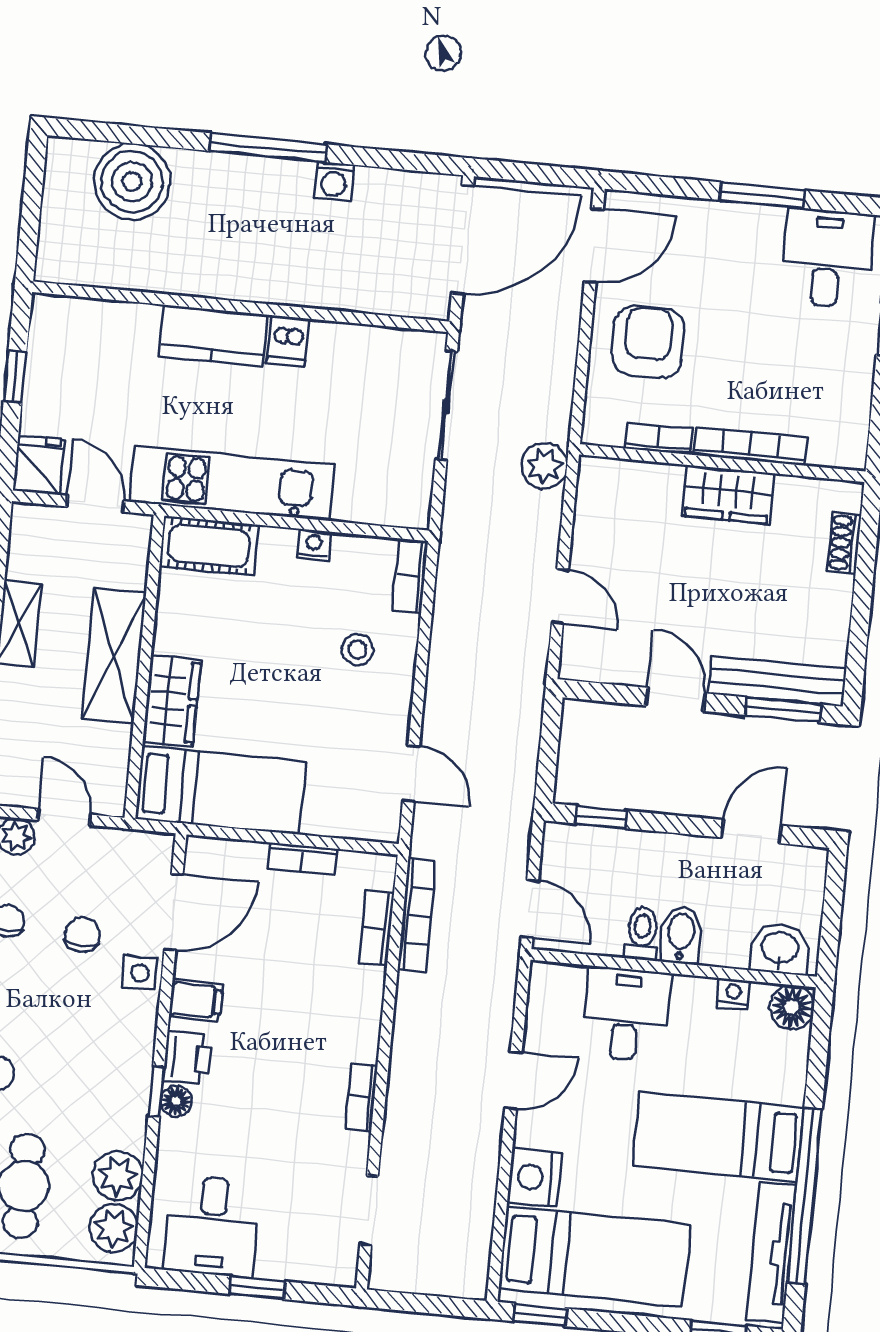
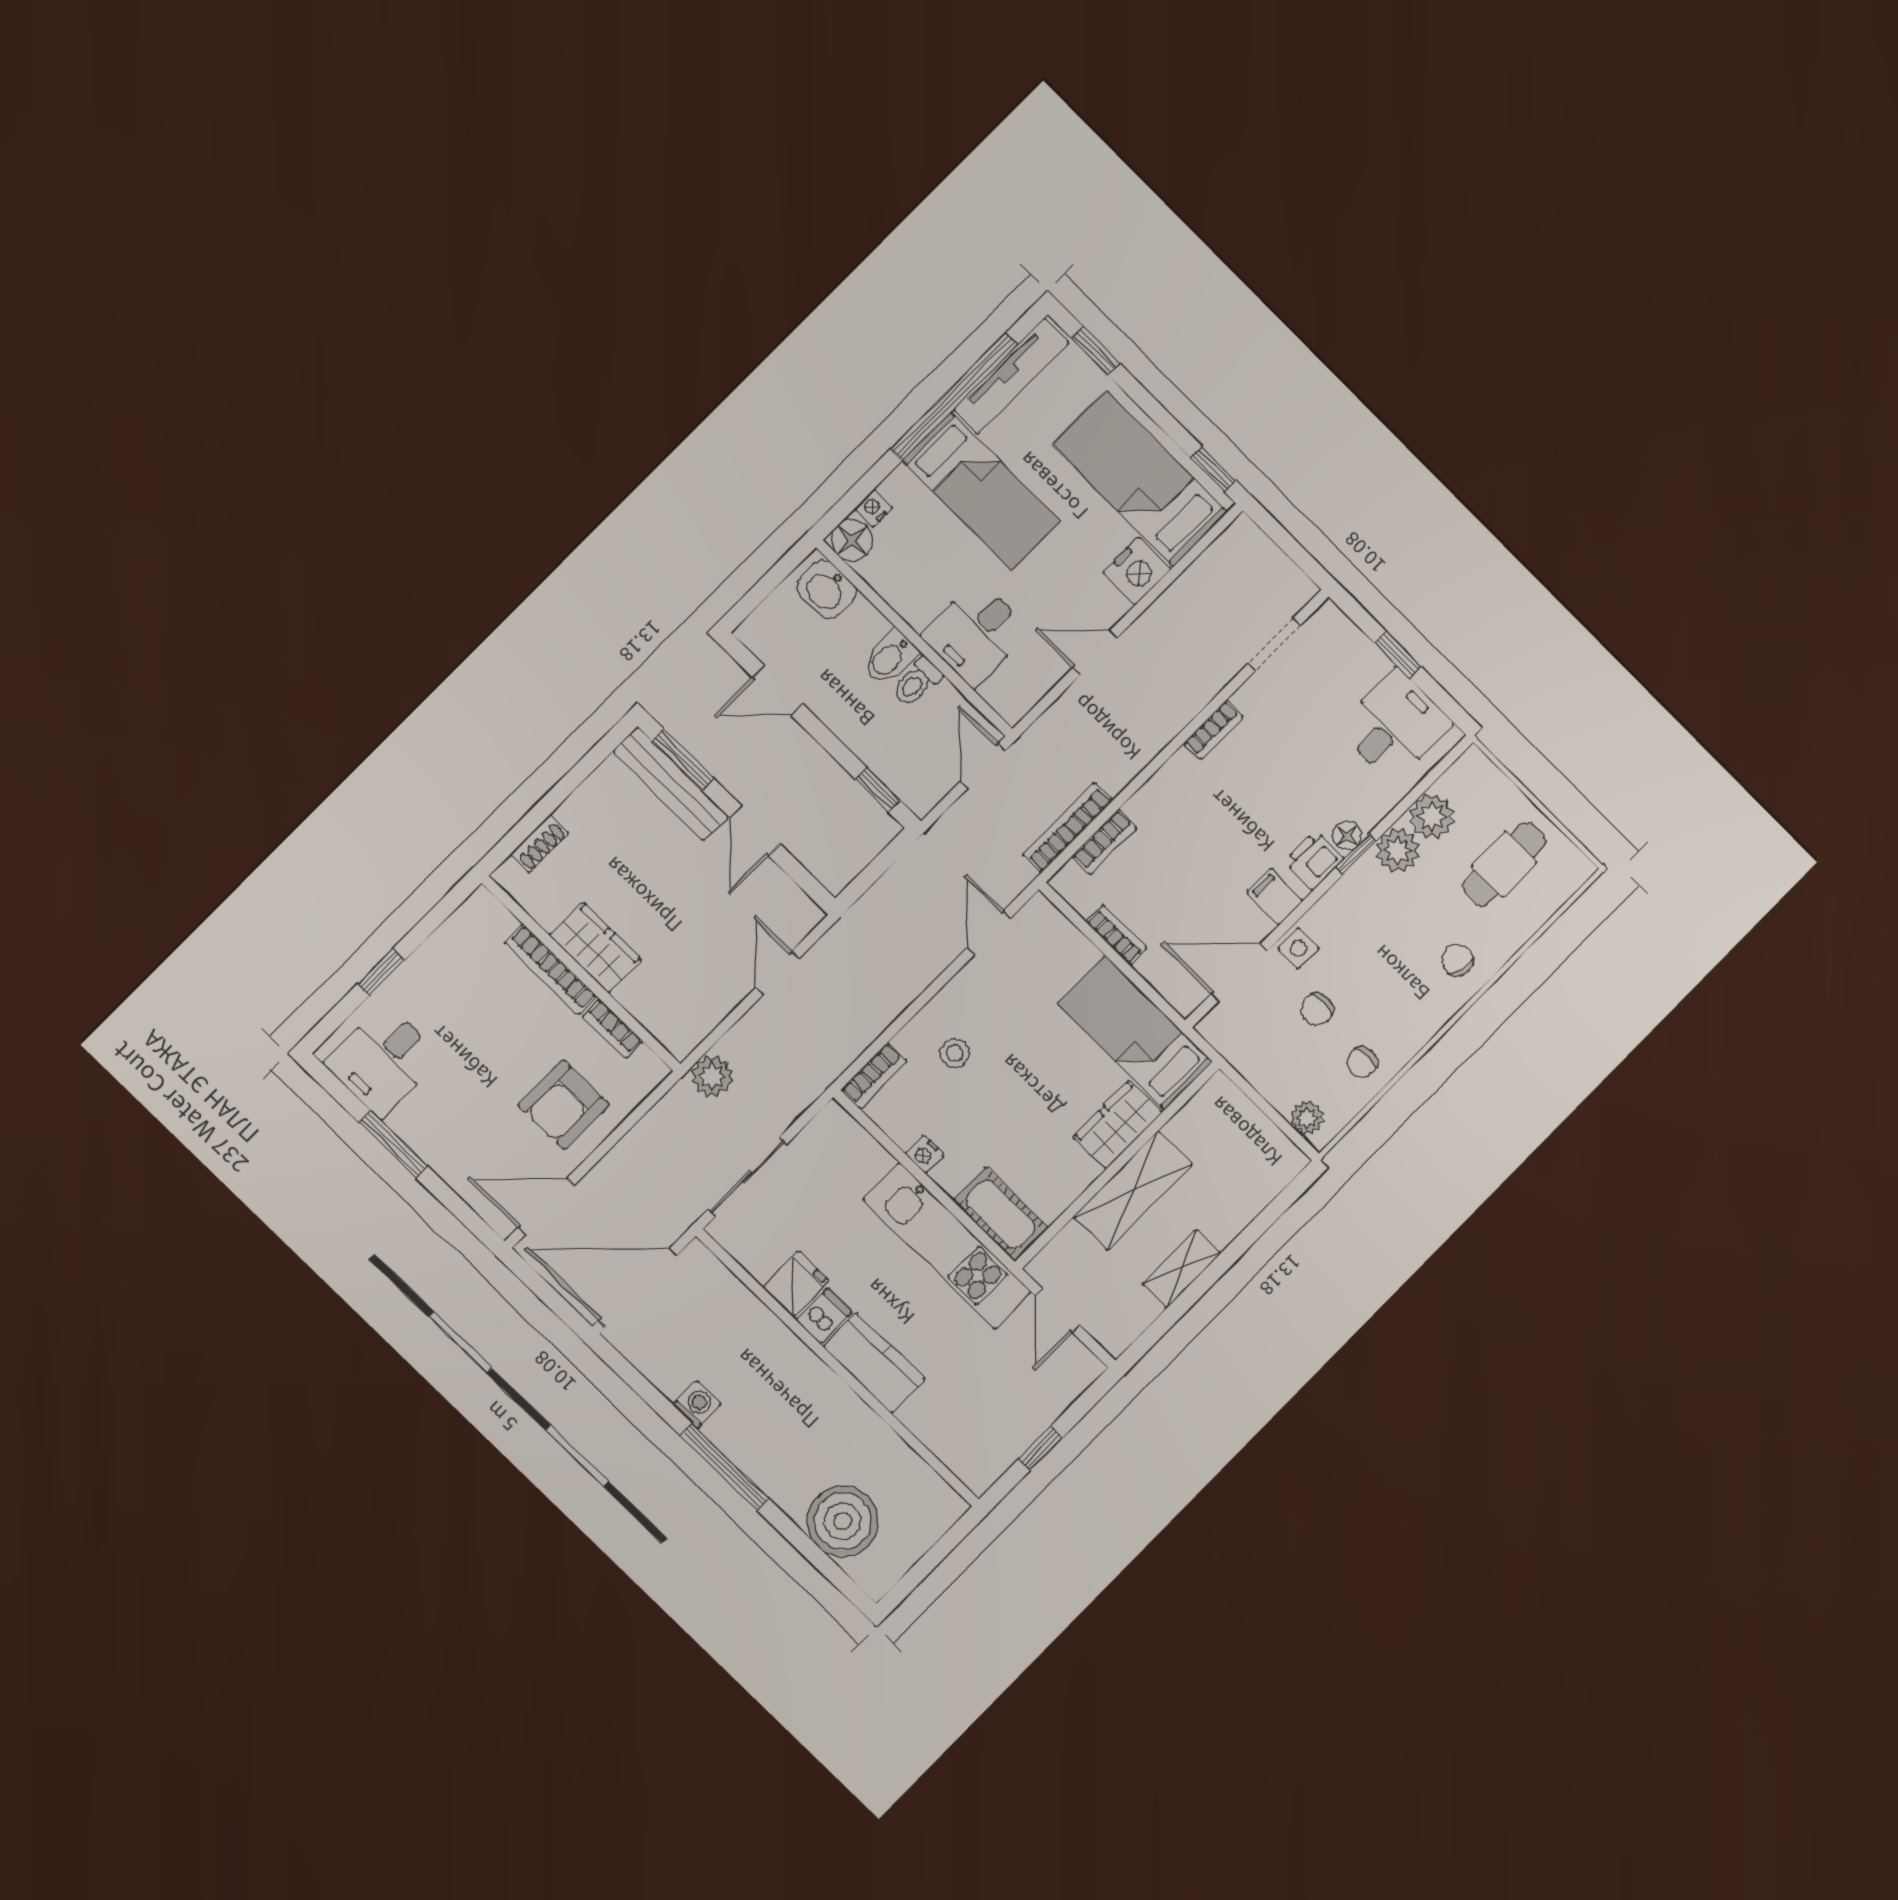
fridge: (39, 465) -> (796, 1284), moved, turned 180
door: (64, 817) -> (1262, 1104), removed
nightstand: (733, 994) -> (874, 508), moved, turned 90
plant: (114, 1228) -> (1398, 850), moved

